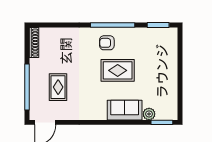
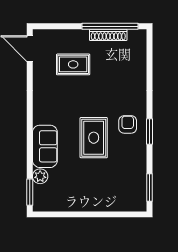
window: (113, 25) -> (149, 131), width x0.47
shoe rack: (34, 43) -> (108, 35), moved
window: (27, 87) -> (110, 26), moved

